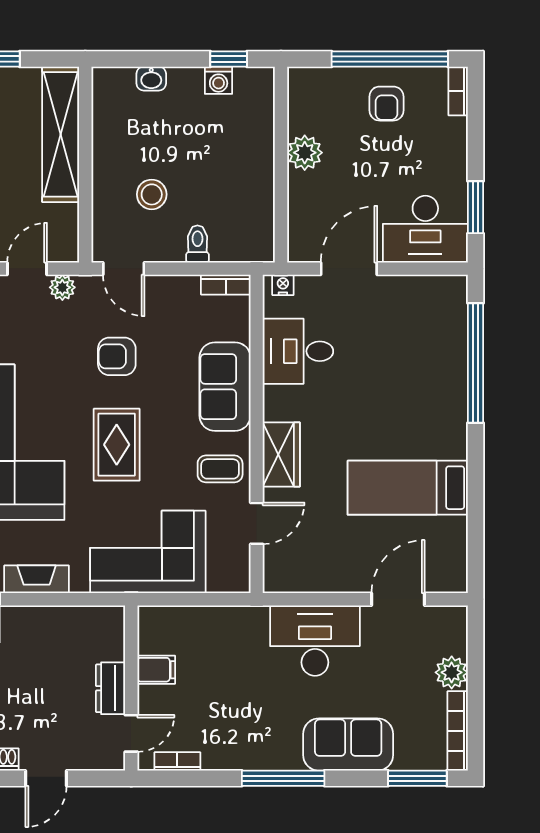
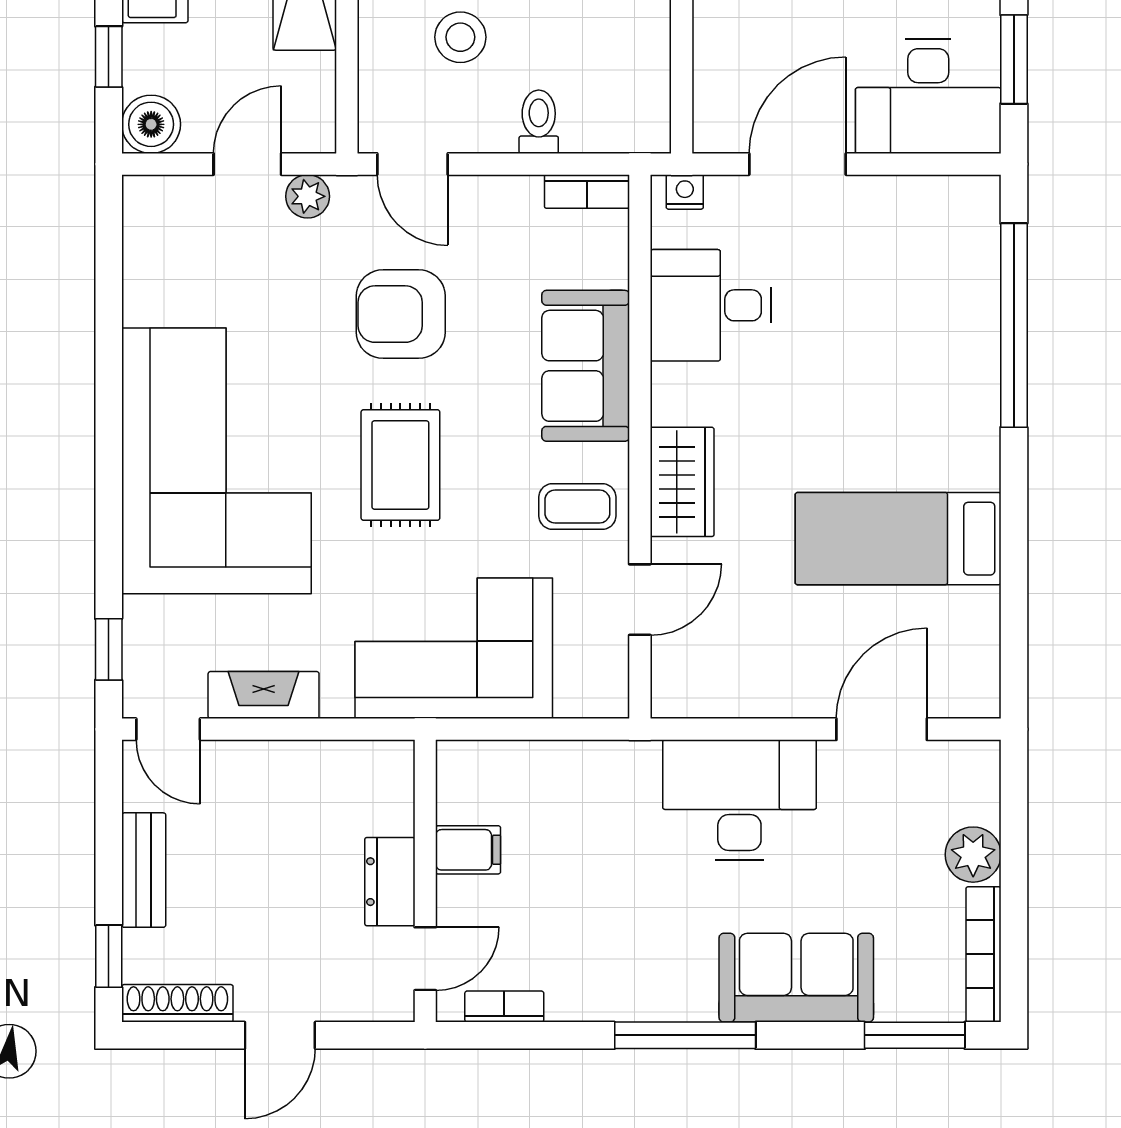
armchair: (117, 356) -> (401, 314), width x1.38, depth x1.38

